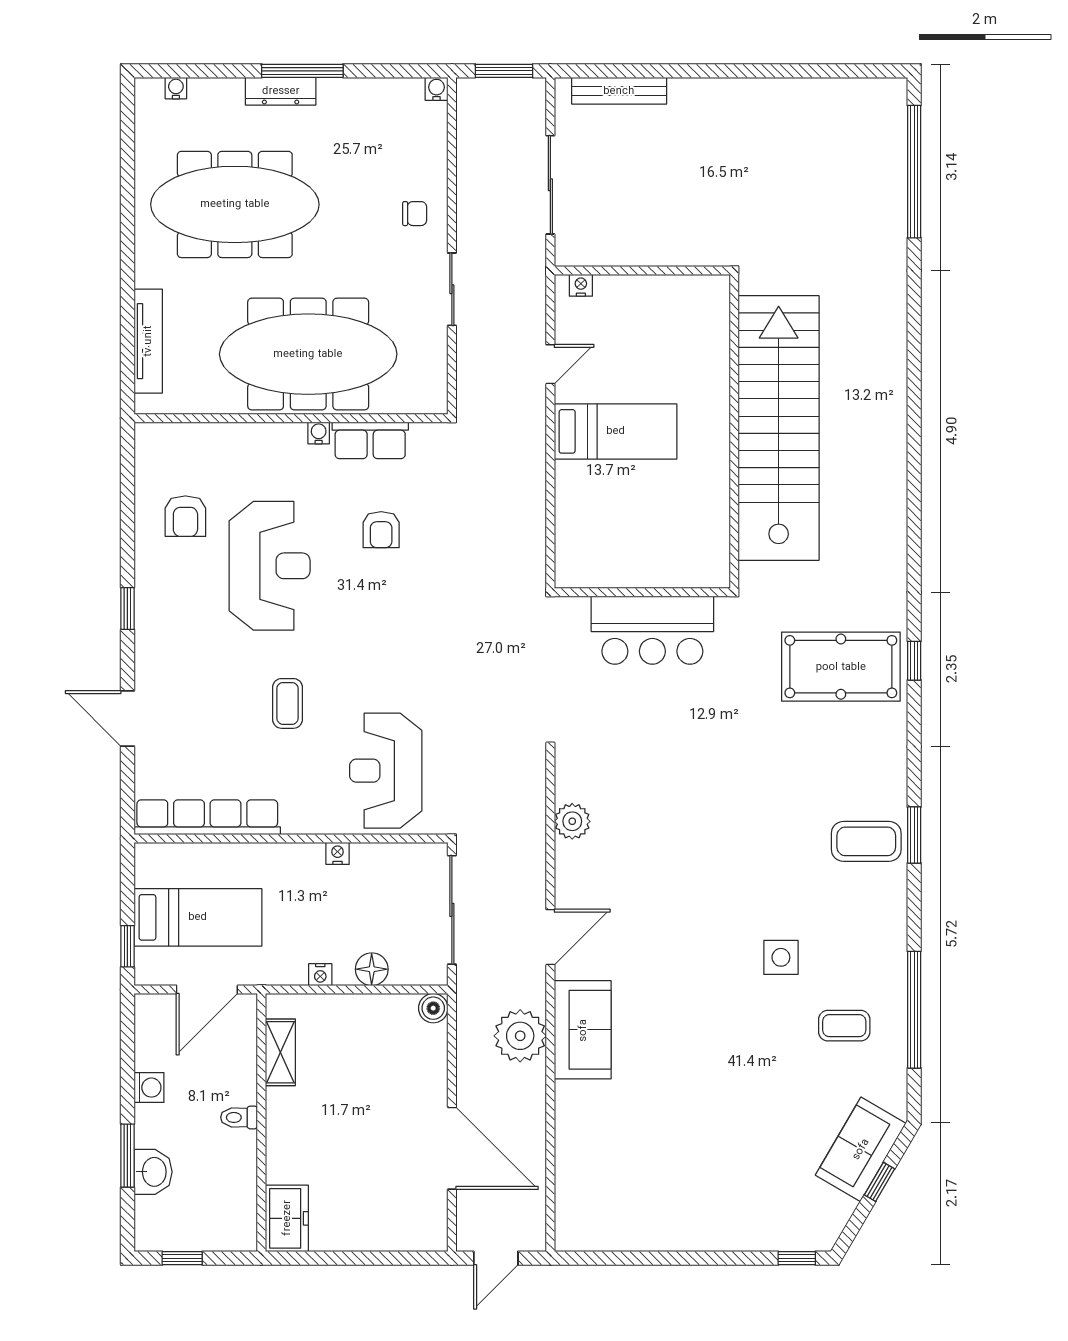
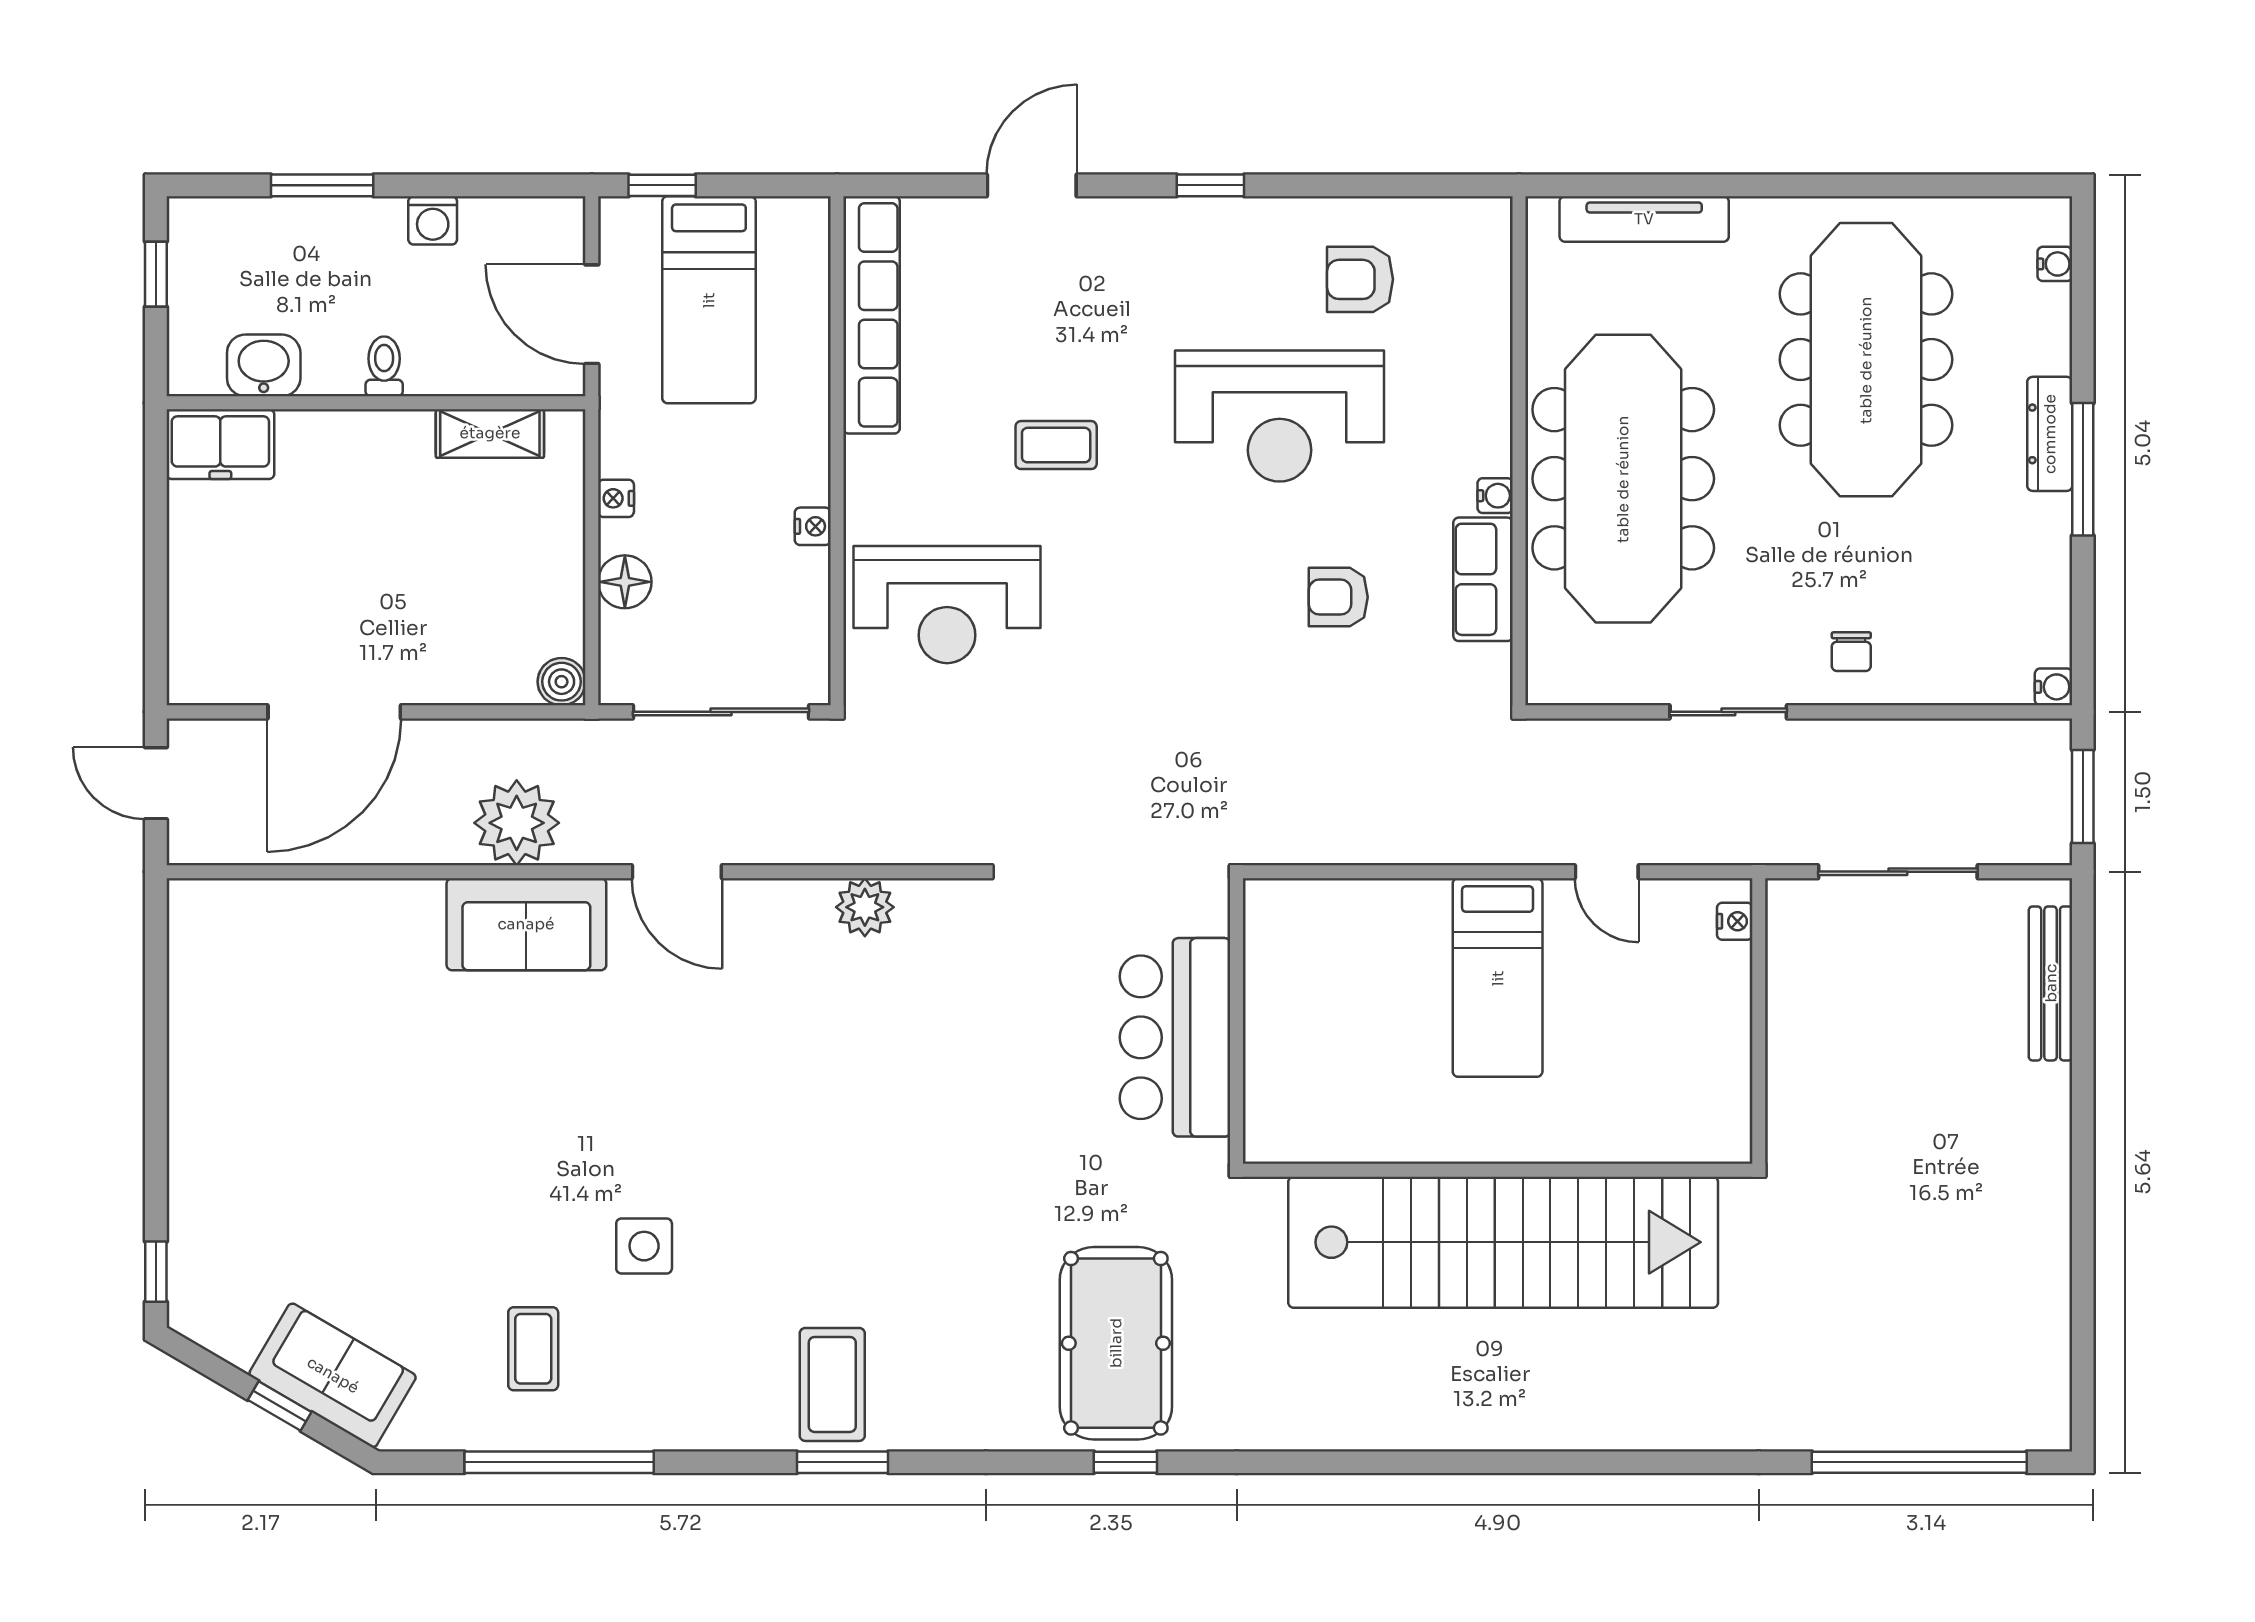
reception desk: (386, 771) -> (947, 605), turned 180
washbasin: (153, 1172) -> (264, 365), moved, turned 180

